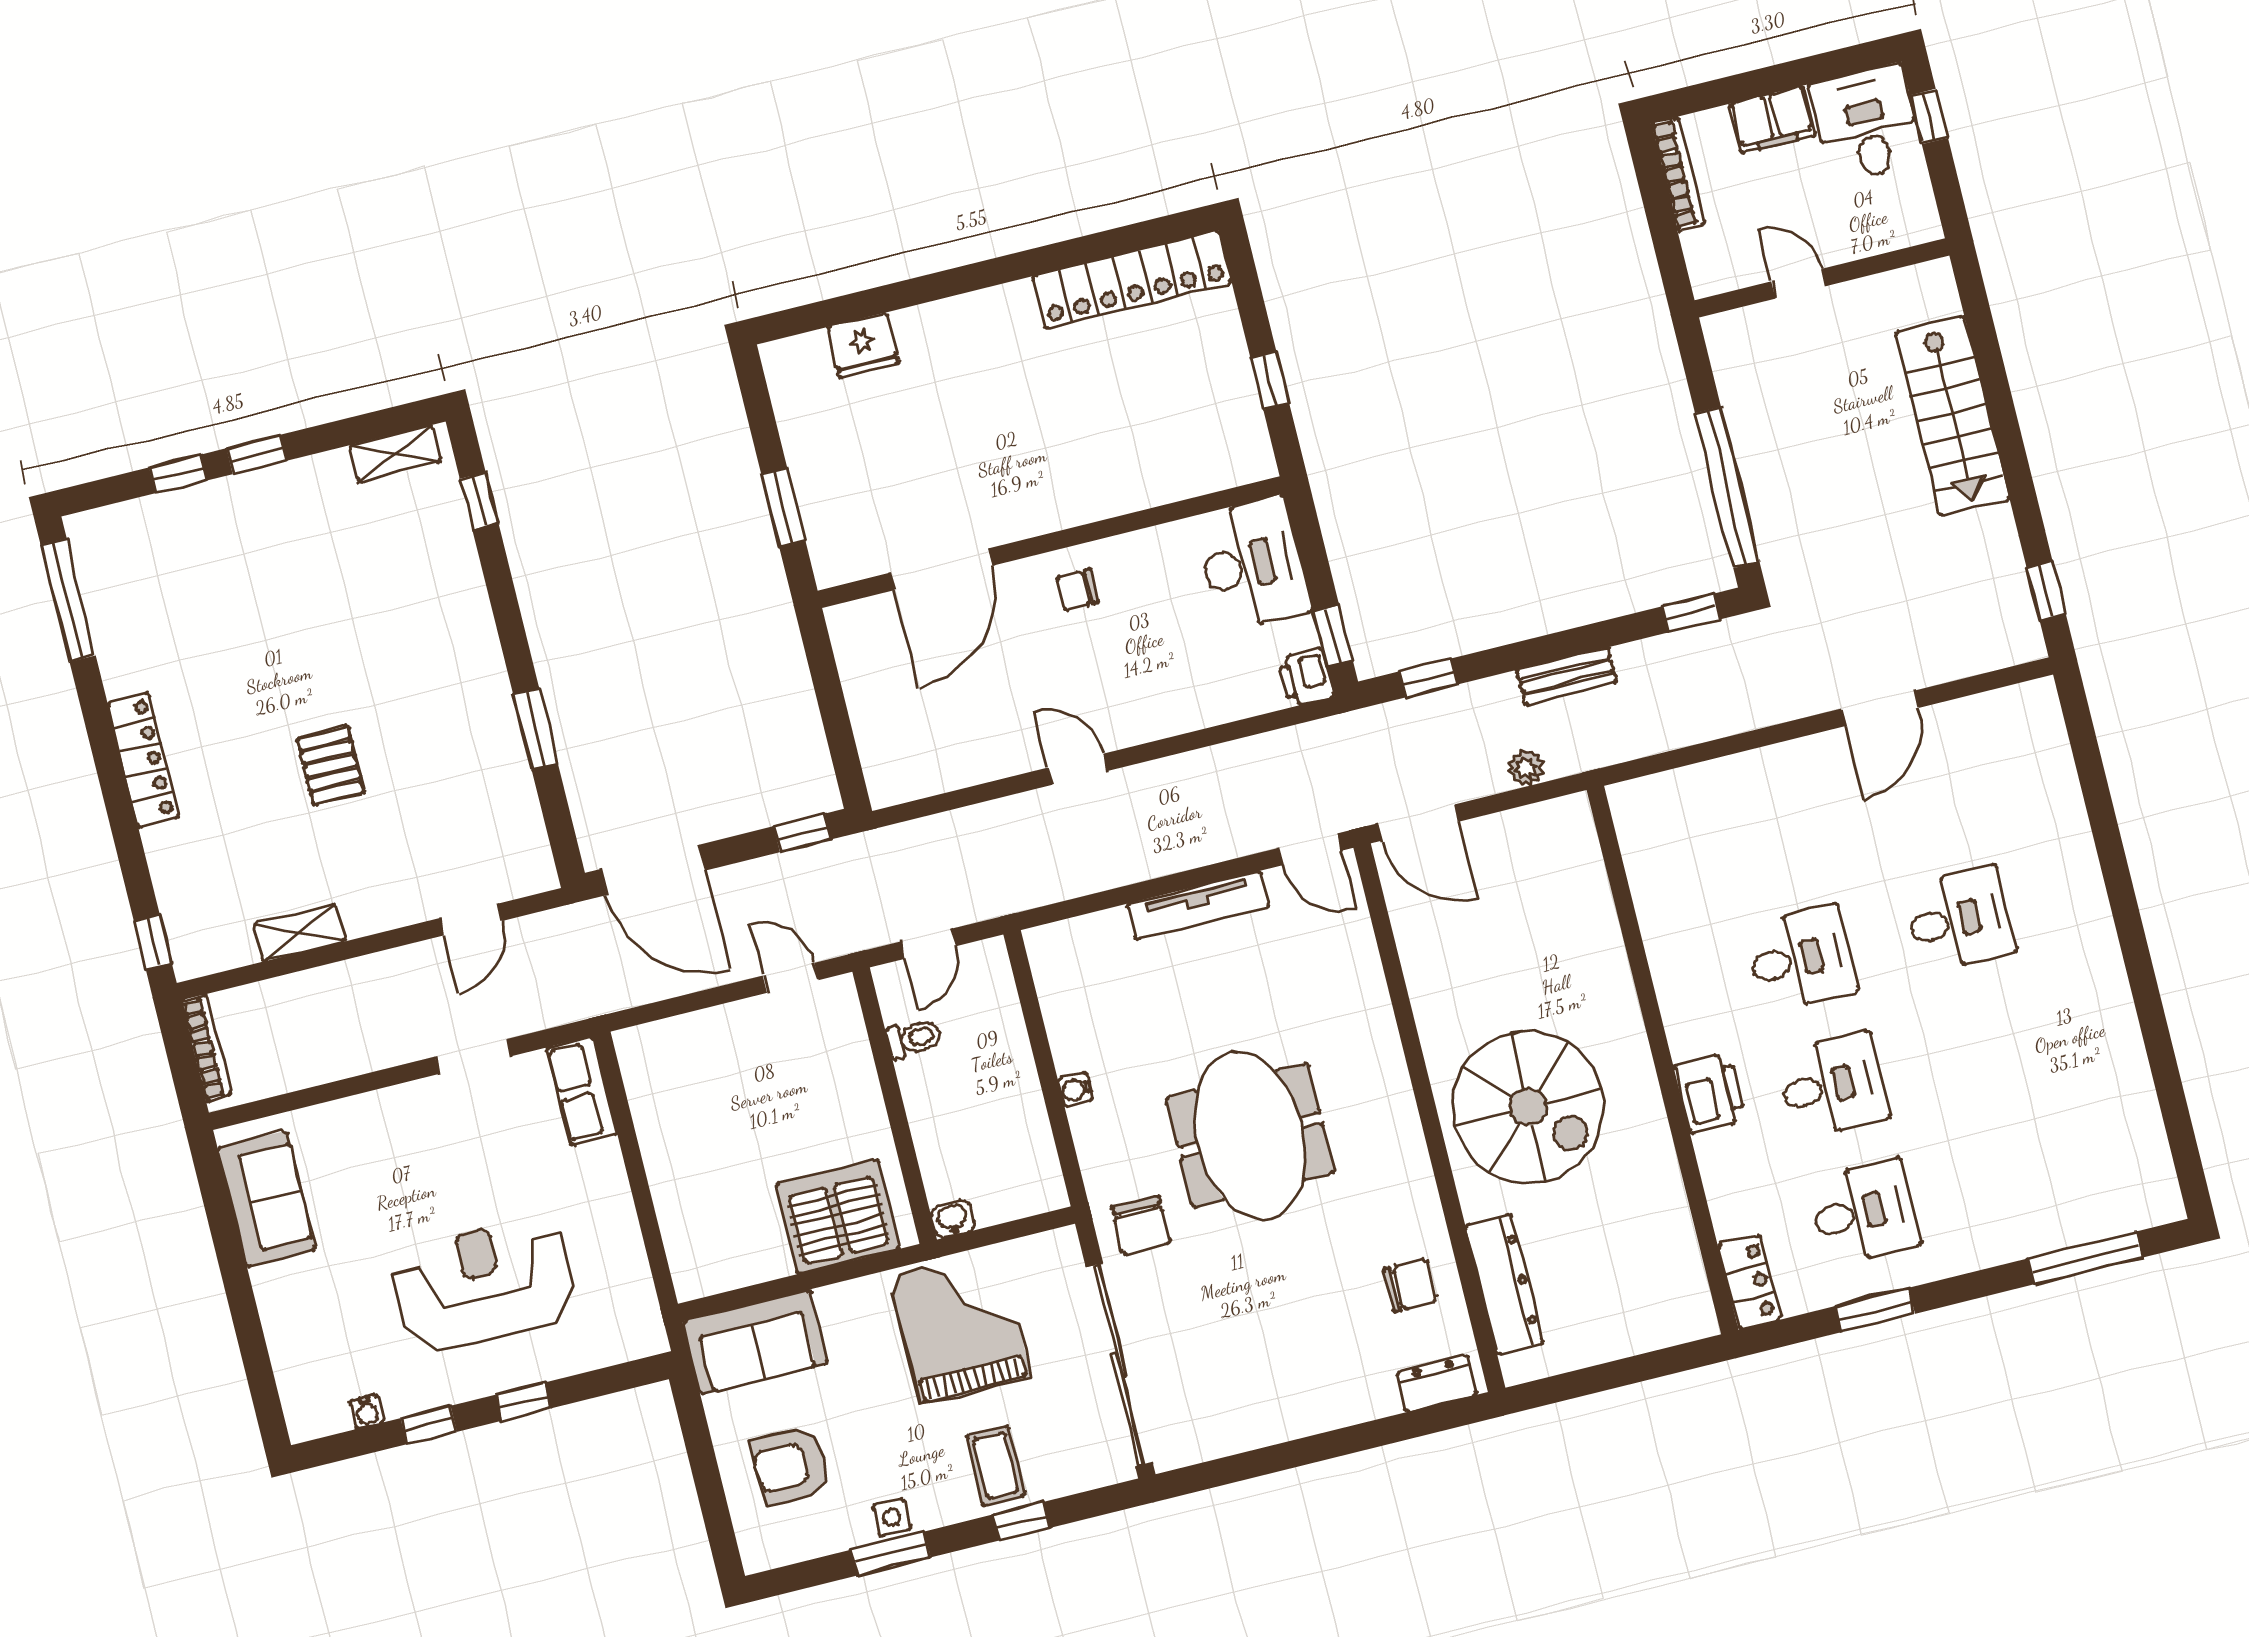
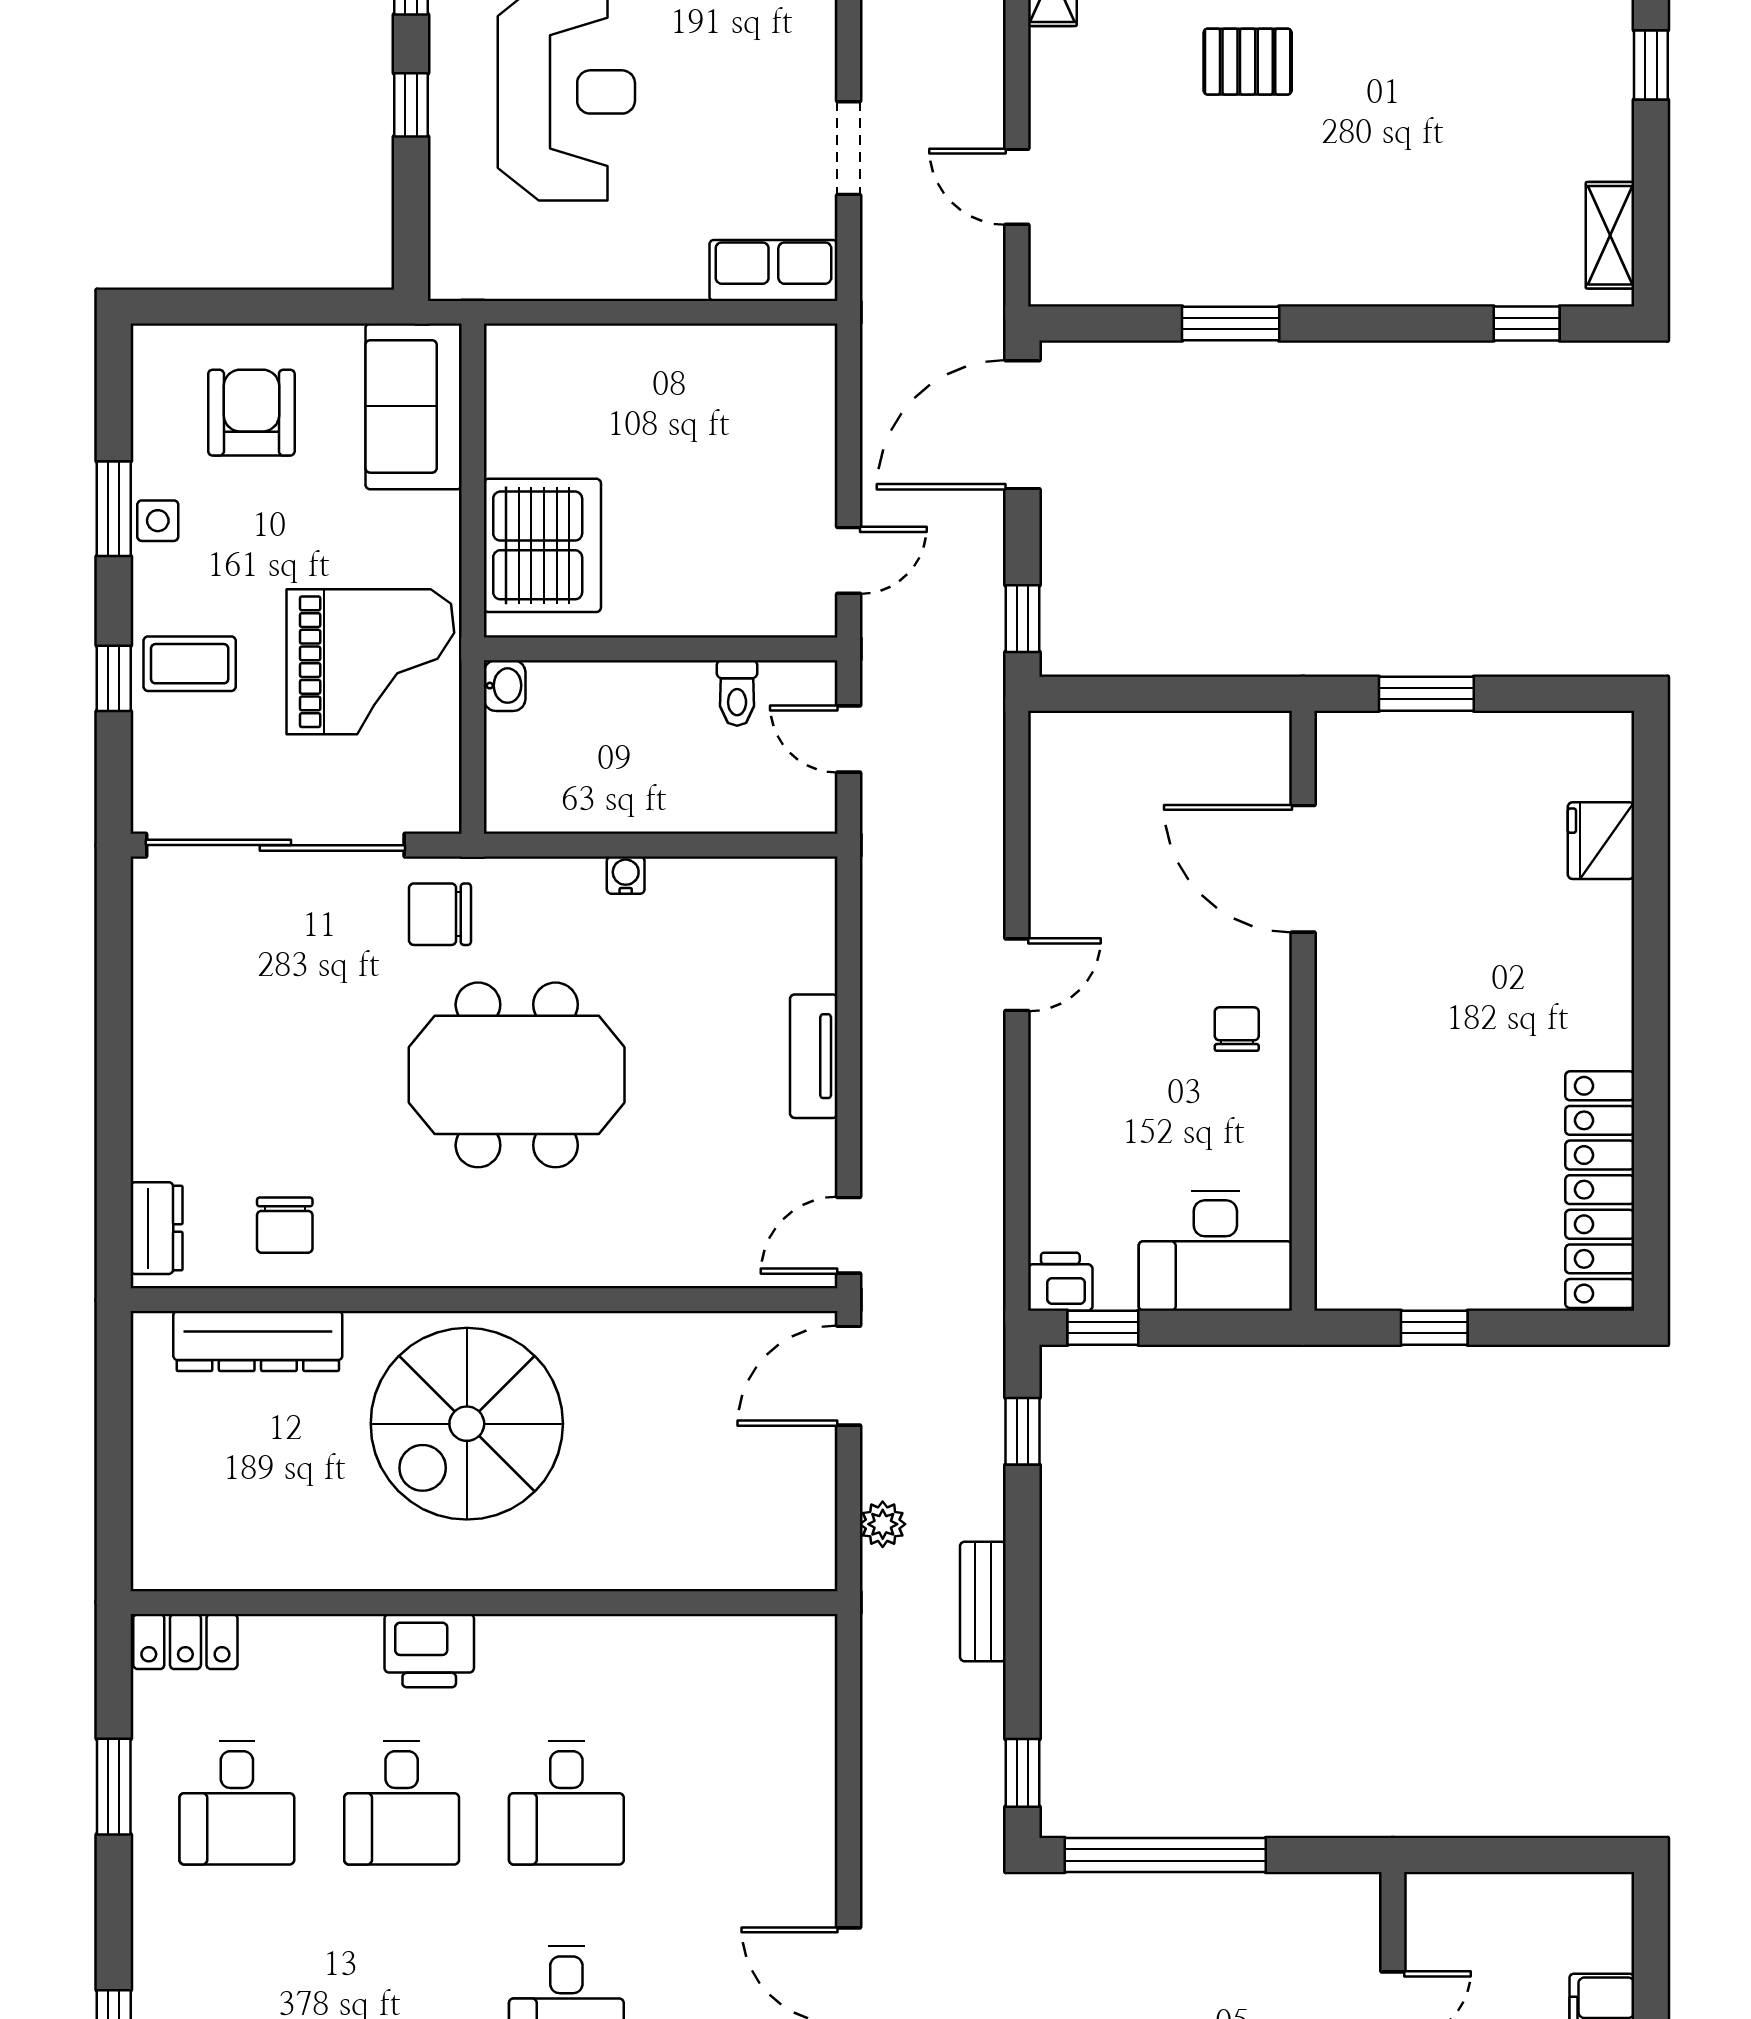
bookcase: (1678, 174) -> (1564, 1890), removed
tv unit: (1199, 905) -> (814, 1056), width x0.71

